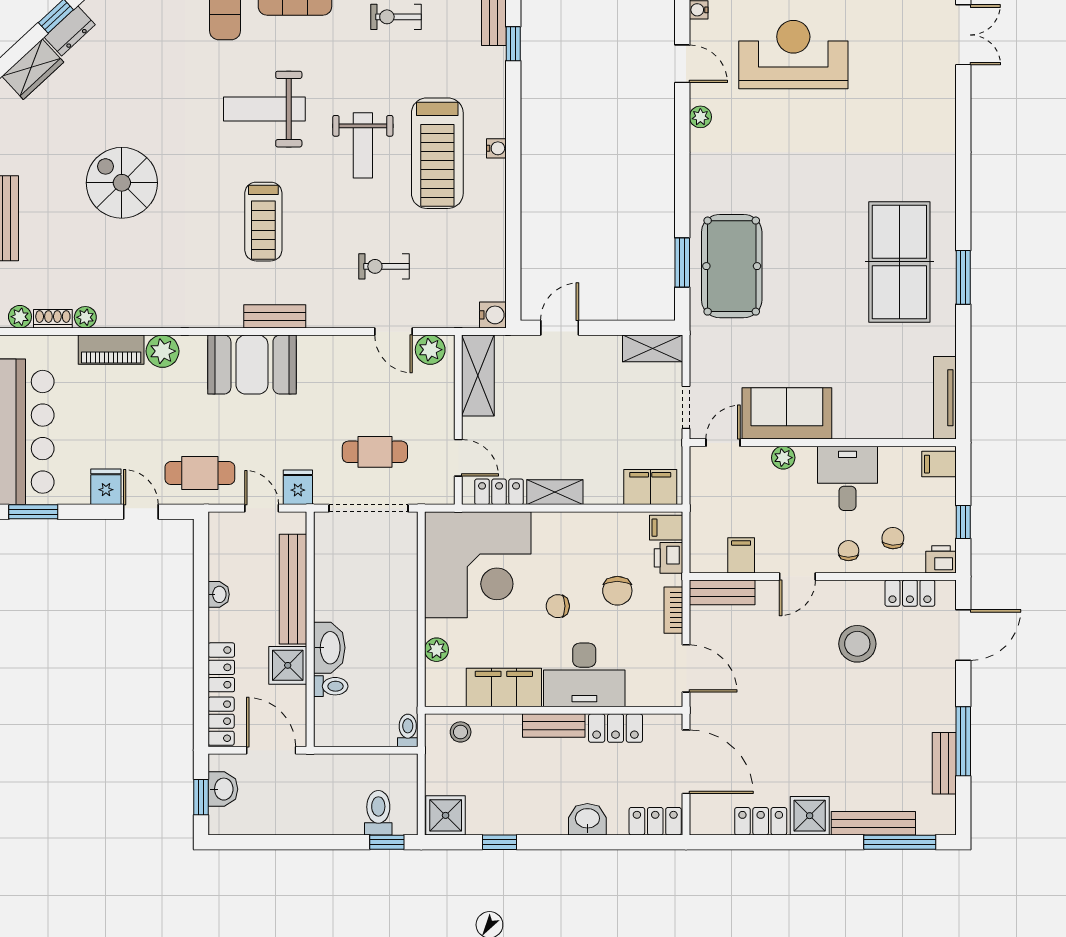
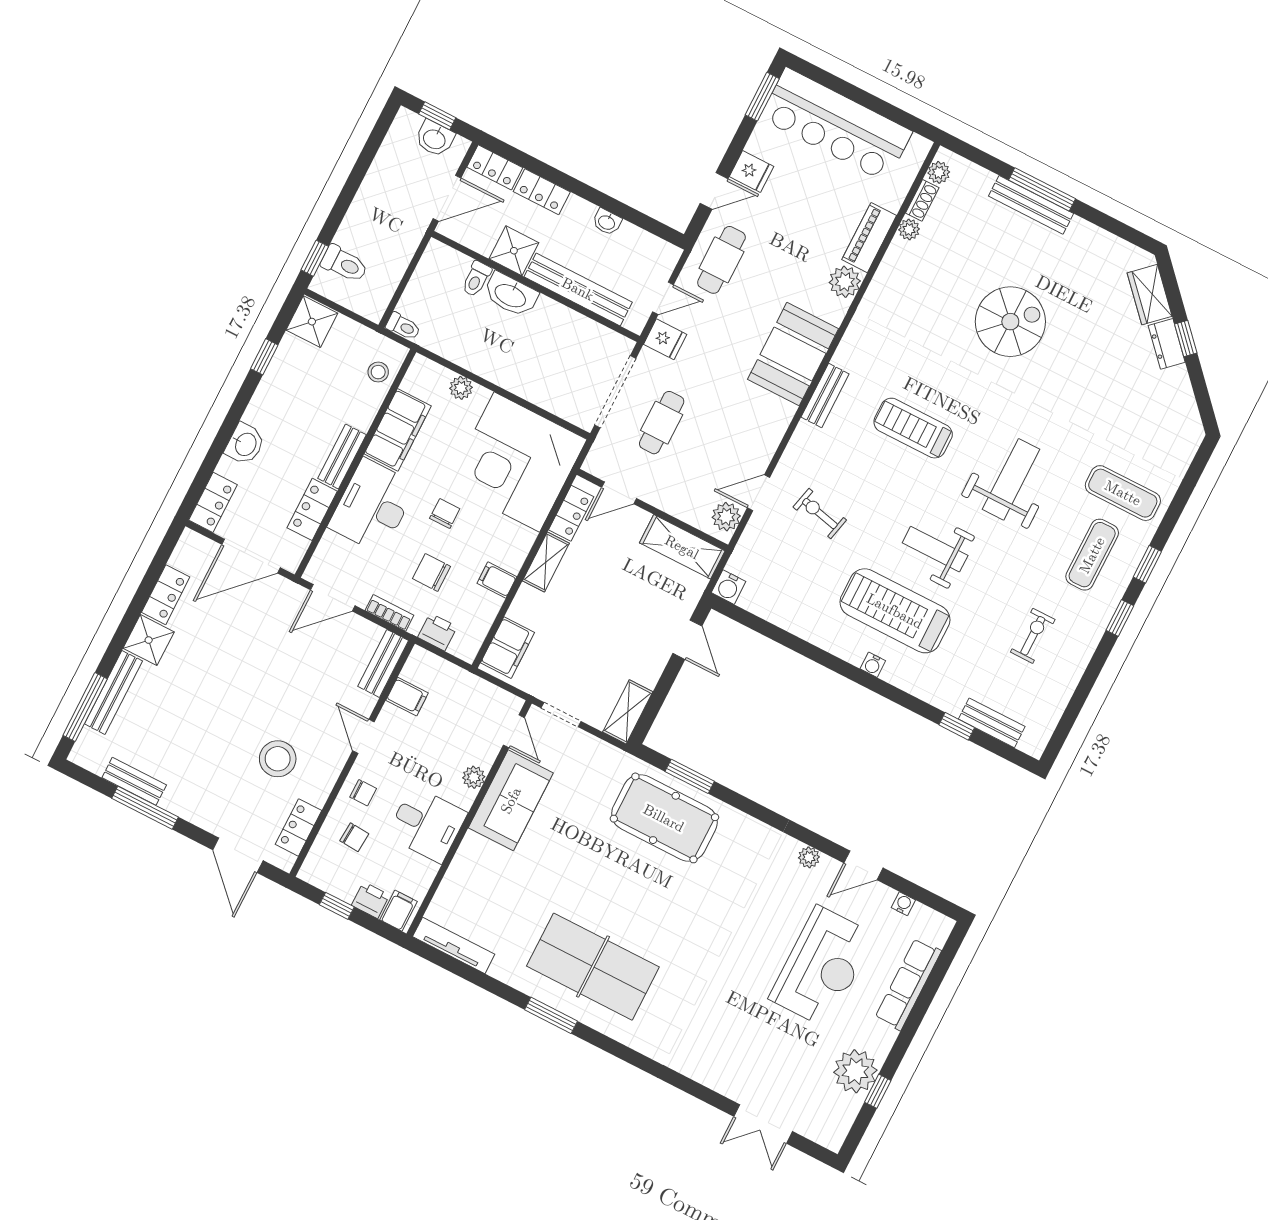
exercise bike: (384, 266) -> (820, 514), turned -77
filing cabinet: (666, 528) -> (497, 580), moved, turned -90
printer: (941, 559) -> (370, 900), moved, turned -90

